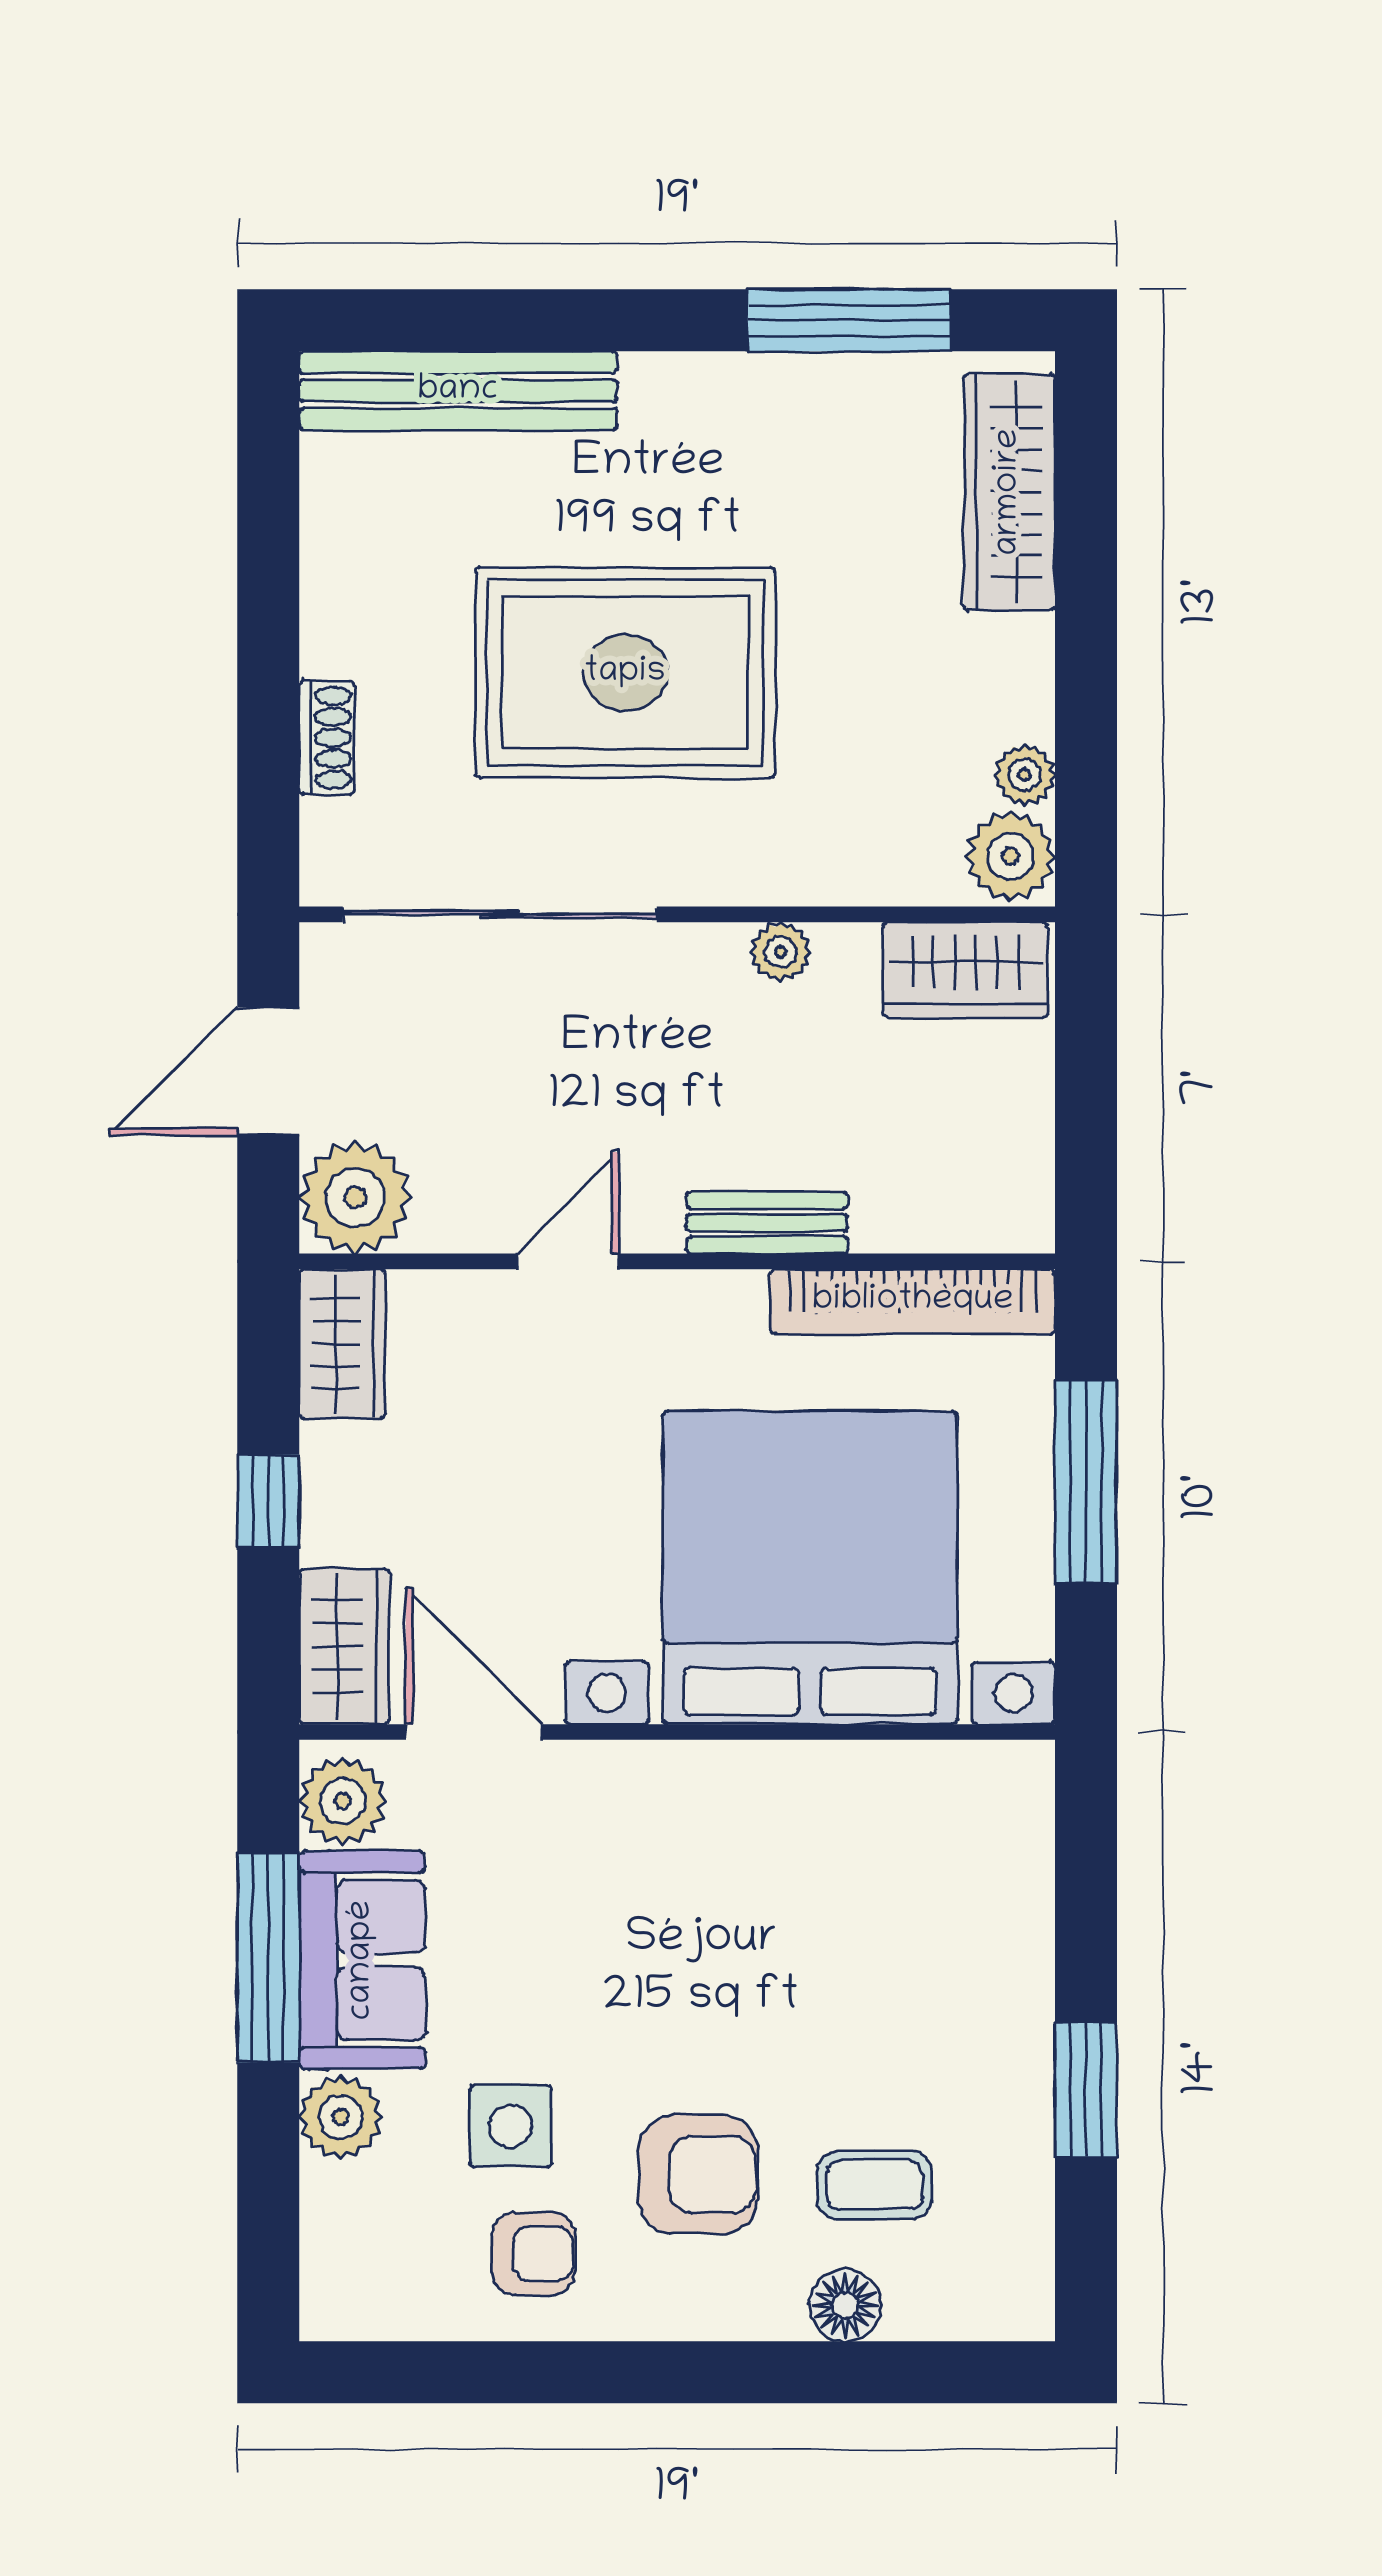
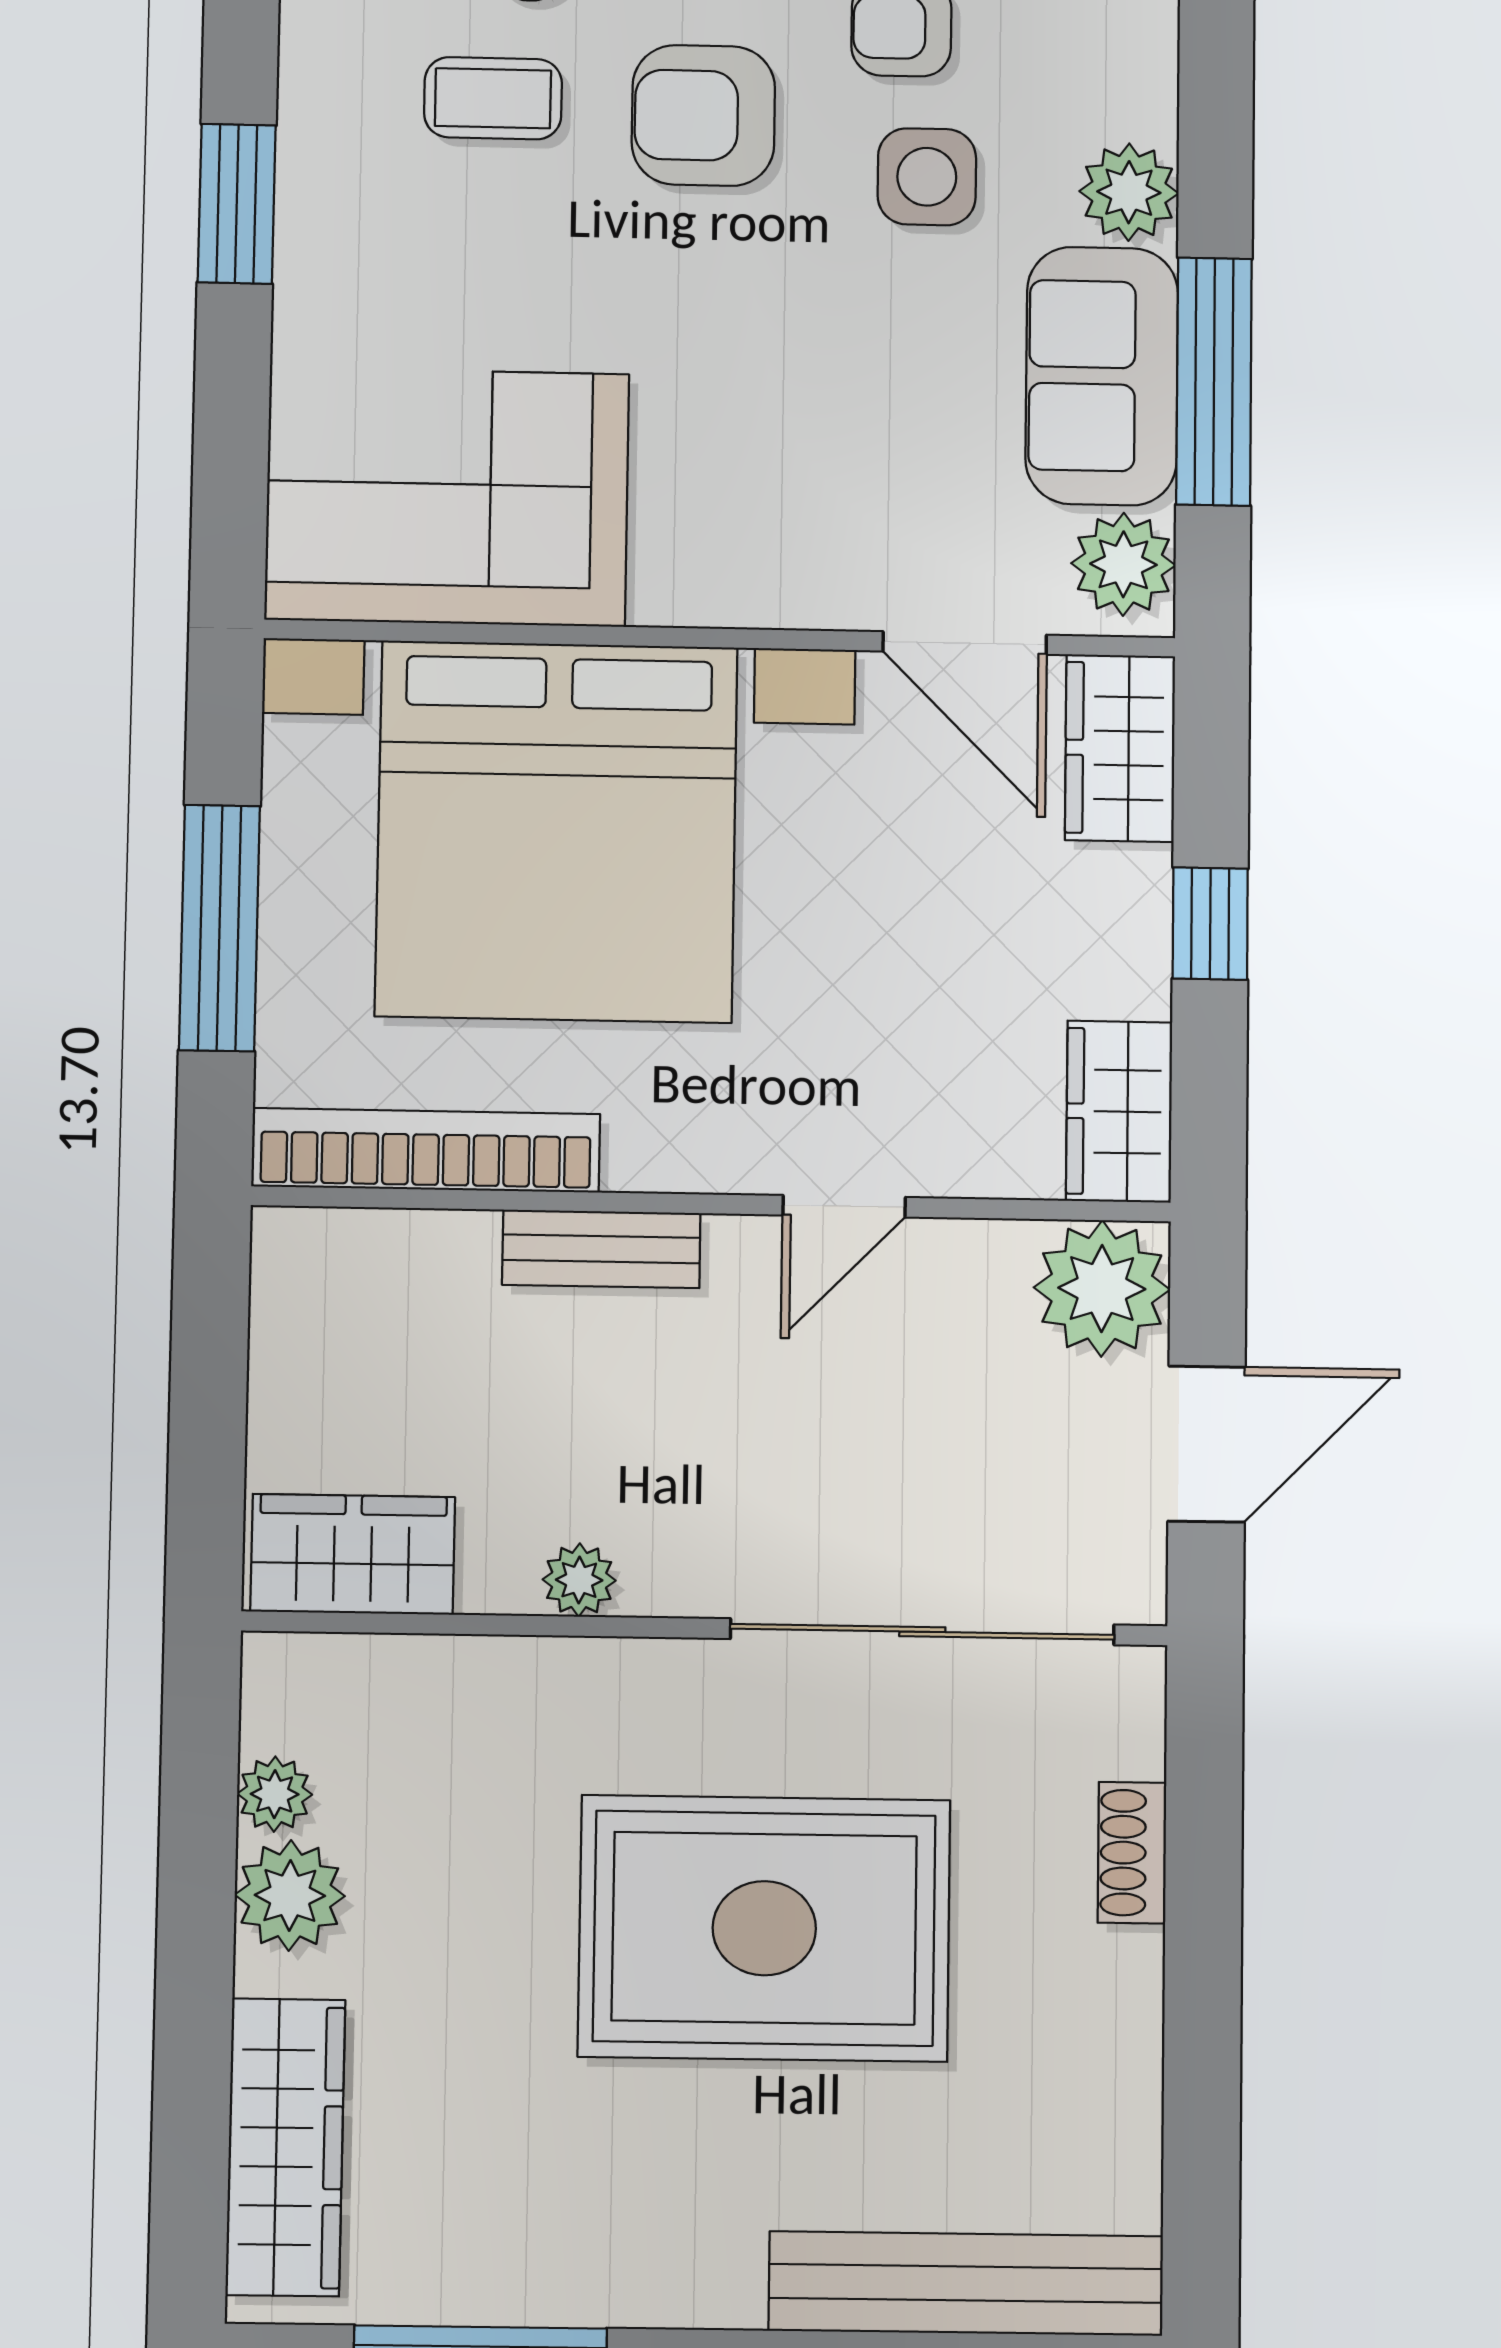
plant: (1010, 856) -> (290, 1895), moved
corner sofa: (906, 1846) -> (447, 497), added

